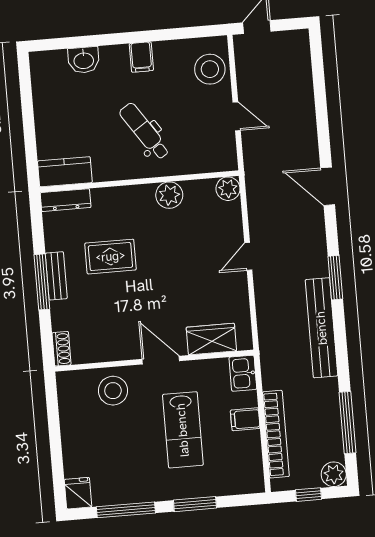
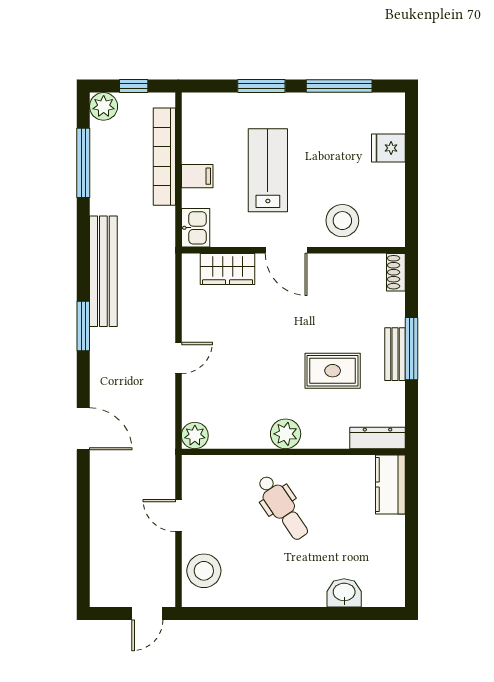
filing cabinet: (141, 57) -> (279, 591), removed
kitchen counter: (65, 172) -> (390, 485), moved, turned 90
plant: (169, 195) -> (286, 434), moved
fridge: (78, 493) -> (388, 148), moved, turned 90

